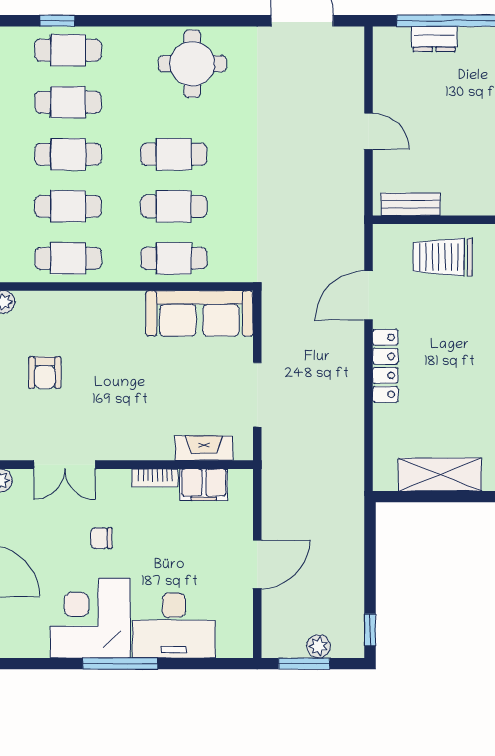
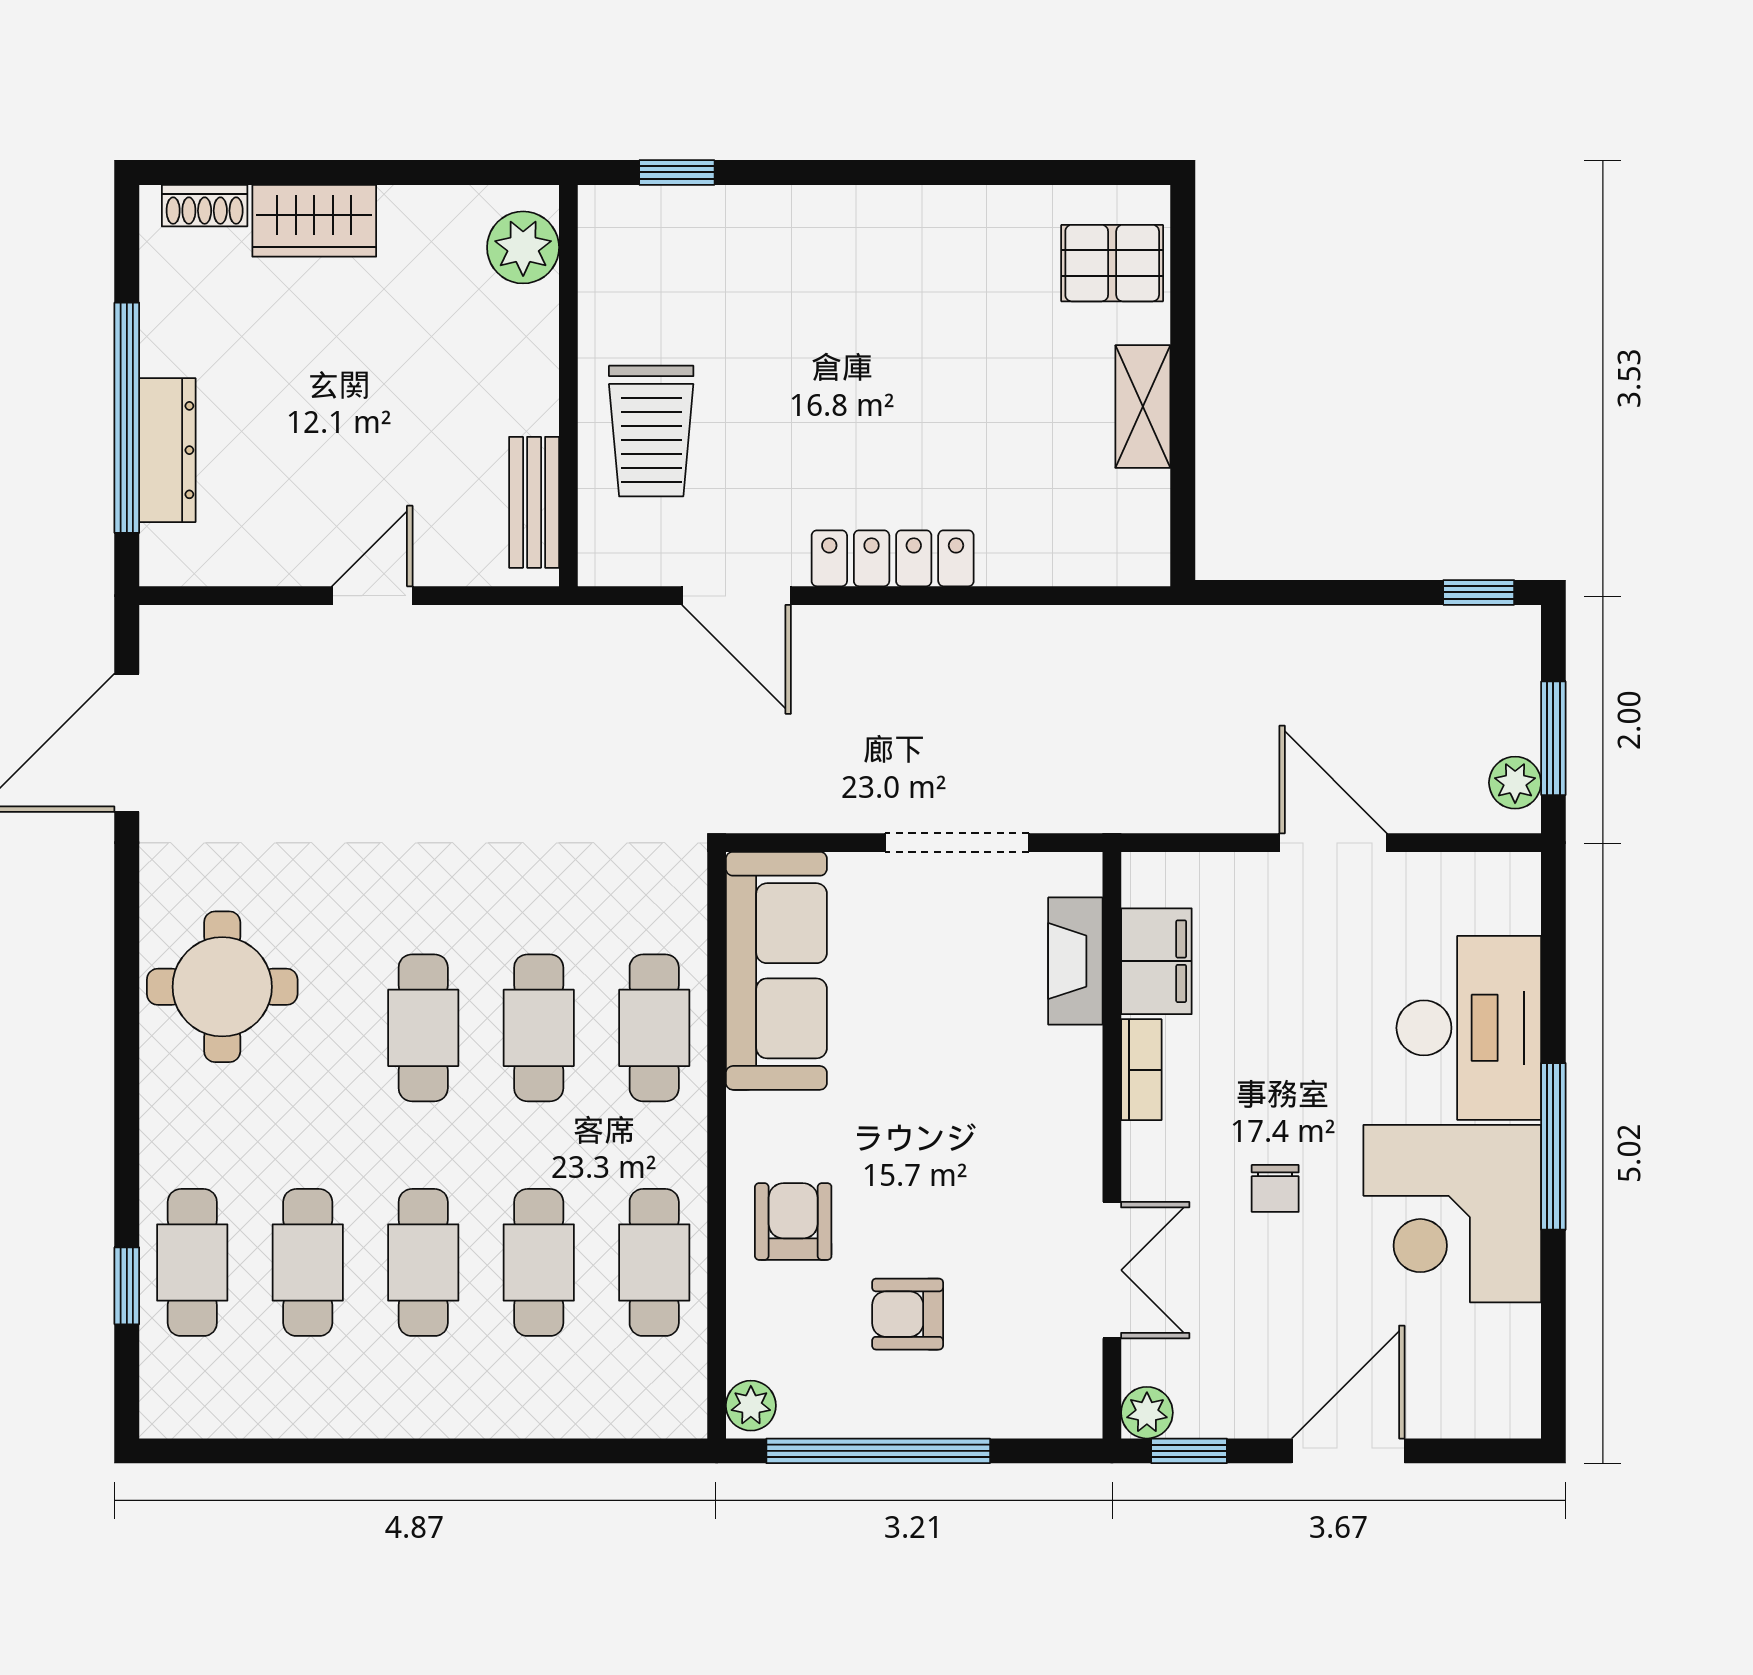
dresser: (434, 39) -> (167, 450), width x1.44
armchair: (86, 321) -> (793, 1222), added
armchair: (45, 373) -> (908, 1314), turned 180
shelving: (440, 474) -> (1143, 407), width x0.67, depth x0.75
plant: (319, 646) -> (1515, 783), moved

